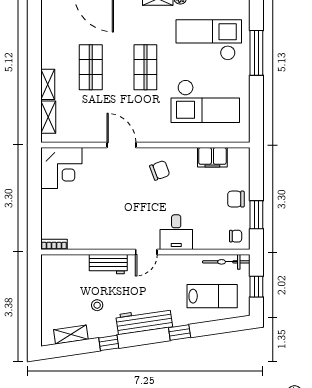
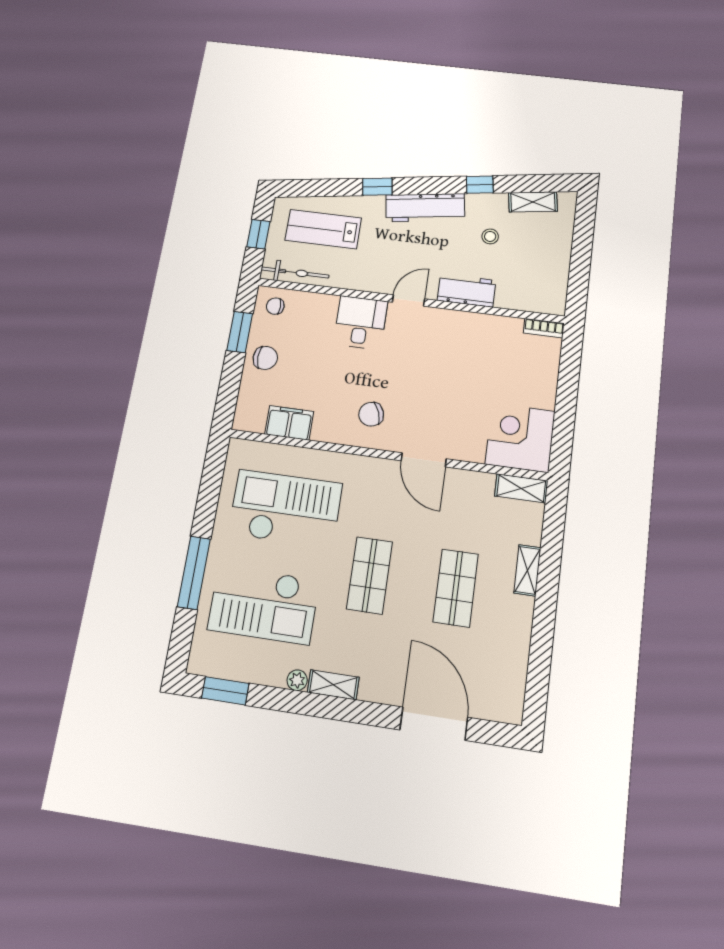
shelving: (48, 117) -> (521, 488), moved, turned 90

